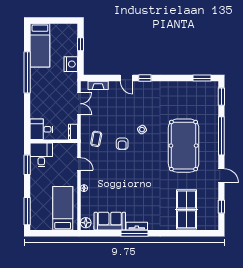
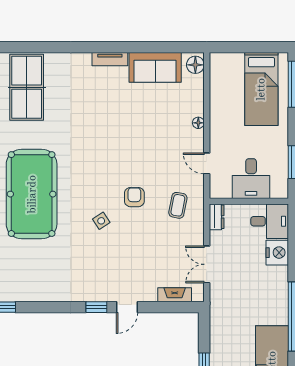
nightstand: (71, 64) -> (277, 253), moved, turned 180
door: (127, 78) -> (127, 307), swing flipped
desk: (41, 155) -> (251, 179), moved
bed: (63, 208) -> (261, 89), moved
window: (134, 233) -> (114, 47), removed

